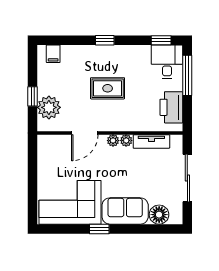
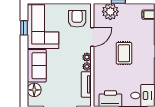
door: (85, 133) -> (92, 37), swing flipped
armchair: (59, 154) -> (77, 19), added
window: (99, 229) -> (24, 28), moved

